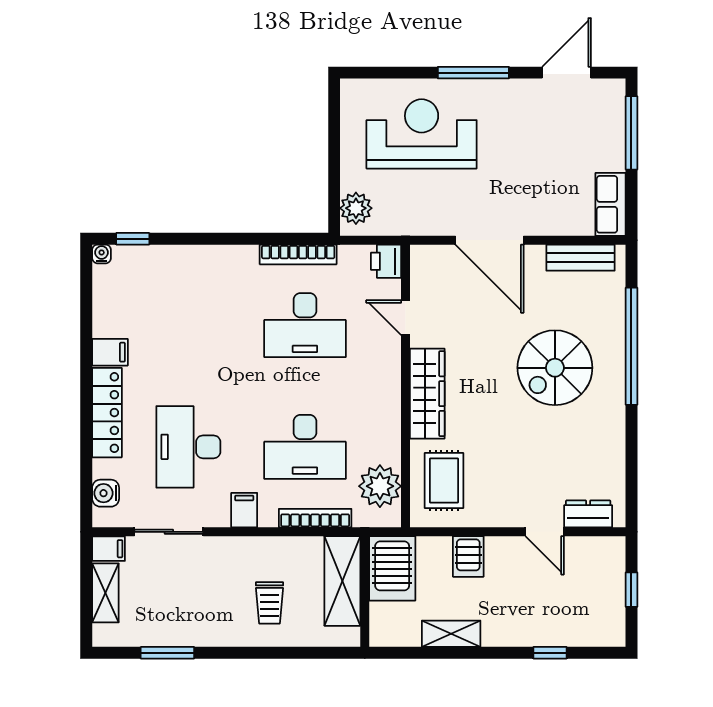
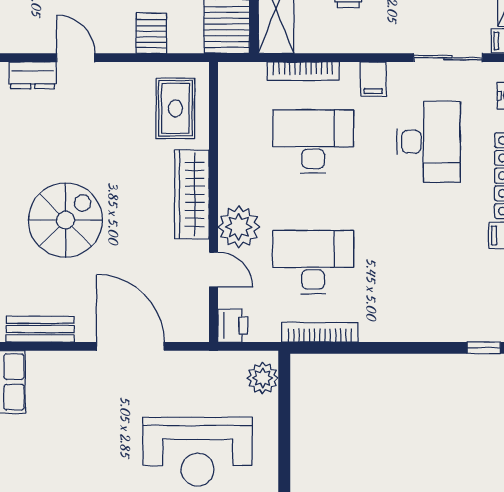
plant: (380, 486) -> (239, 227), moved

